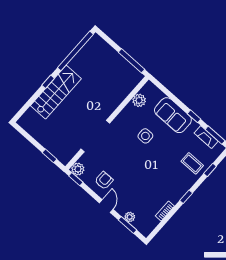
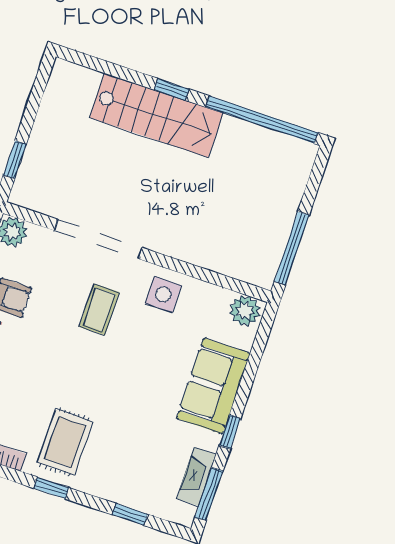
plant: (139, 100) -> (245, 311), moved
side table: (145, 136) -> (163, 294), moved
coffee table: (192, 163) -> (99, 310), moved
rug: (170, 184) -> (65, 442), added

